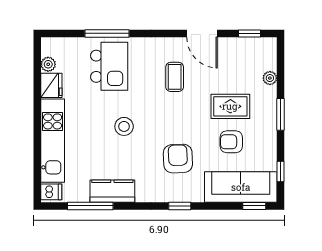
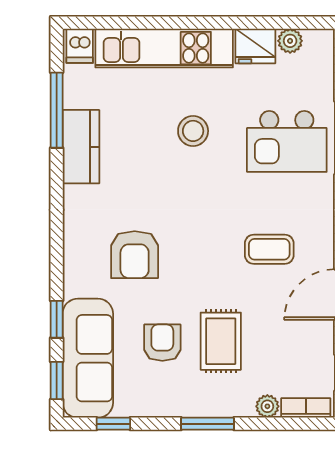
bookcase: (271, 55) -> (306, 408), added
stool: (124, 126) -> (193, 131), moved
armchair: (178, 159) -> (135, 255), turned 92
window: (180, 206) -> (57, 319), moved

